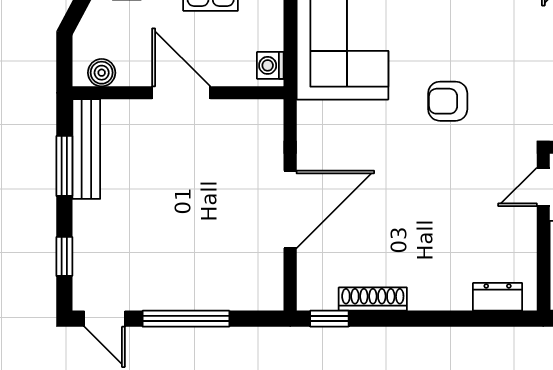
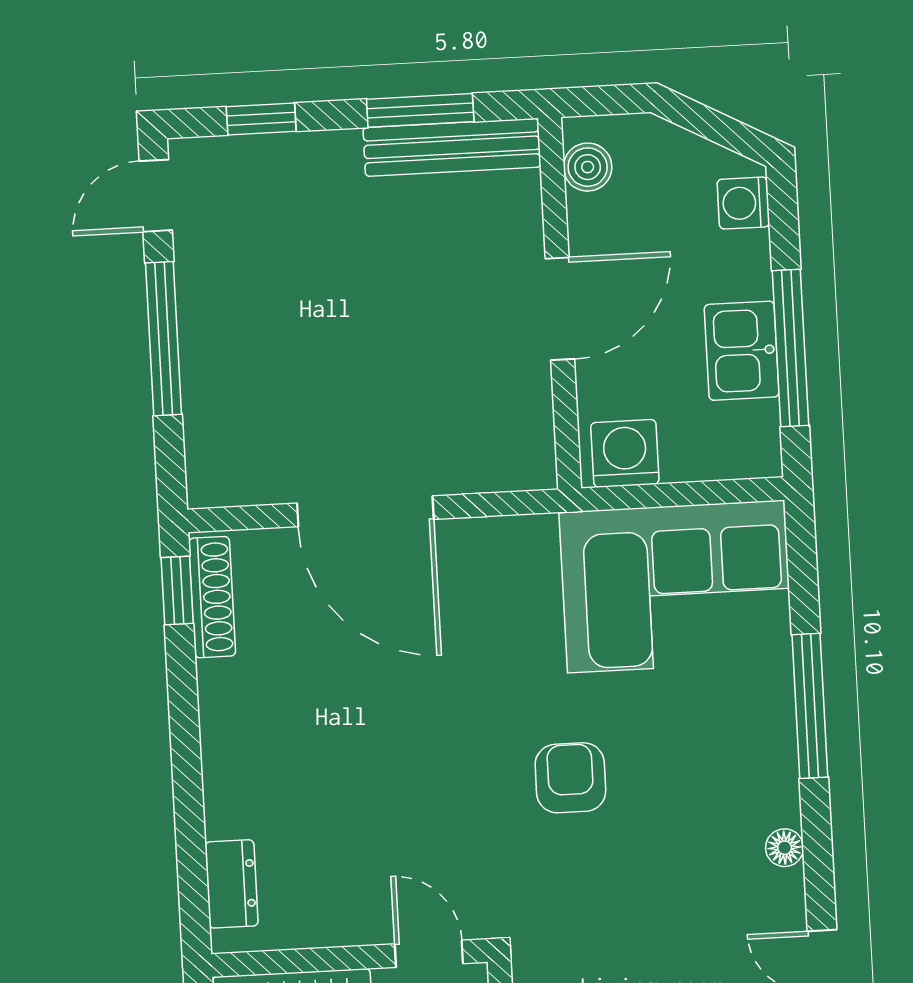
washing machine: (270, 65) -> (625, 453), width x1.38, depth x1.38
shoe rack: (373, 299) -> (212, 597), moved

